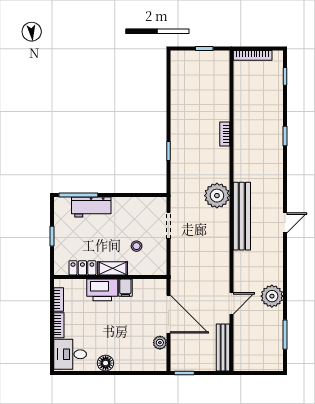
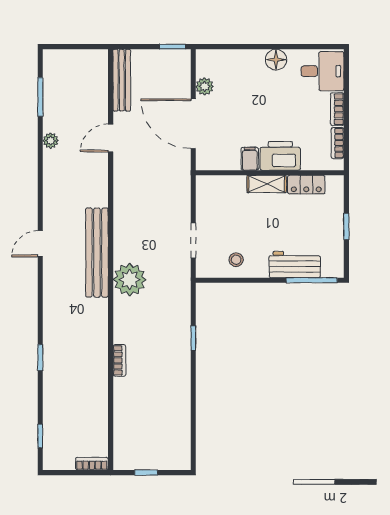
bookcase: (253, 55) -> (92, 464), width x0.64
stool: (137, 246) -> (236, 260), moved
plant: (272, 296) -> (51, 141), width x0.53, depth x0.53

